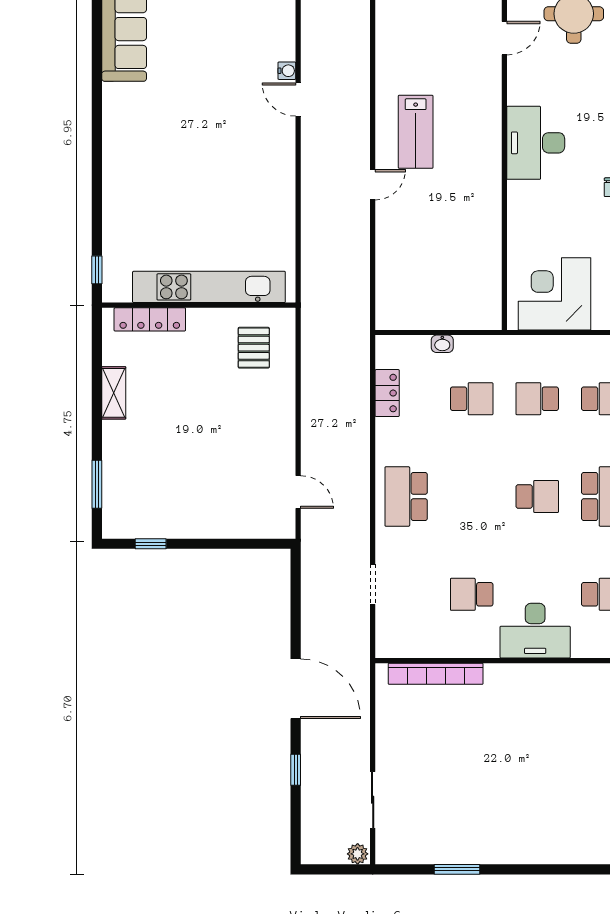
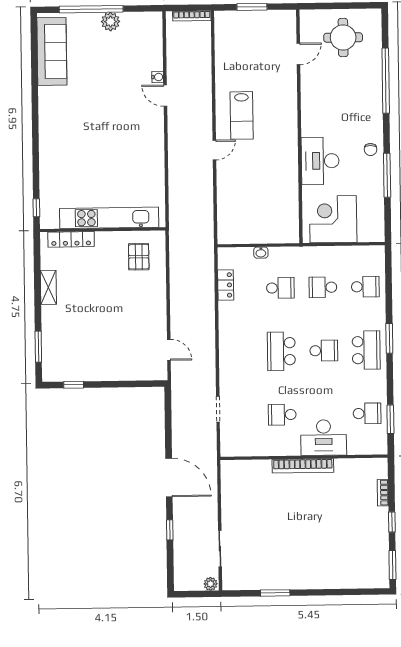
desk: (536, 143) -> (320, 161), moved
school desk: (406, 497) -> (281, 351), moved
bookcase: (436, 674) -> (303, 466), moved

